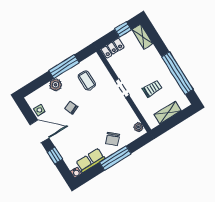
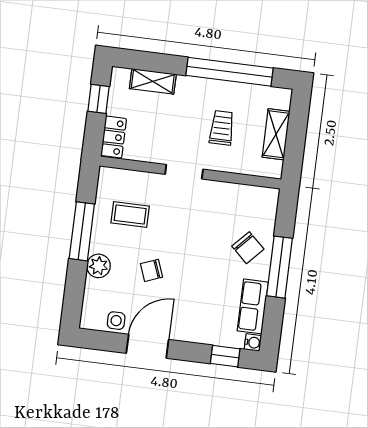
shelving: (142, 37) -> (153, 81), moved
plant: (138, 127) -> (262, 195), removed
window: (55, 156) -> (225, 356), moved

